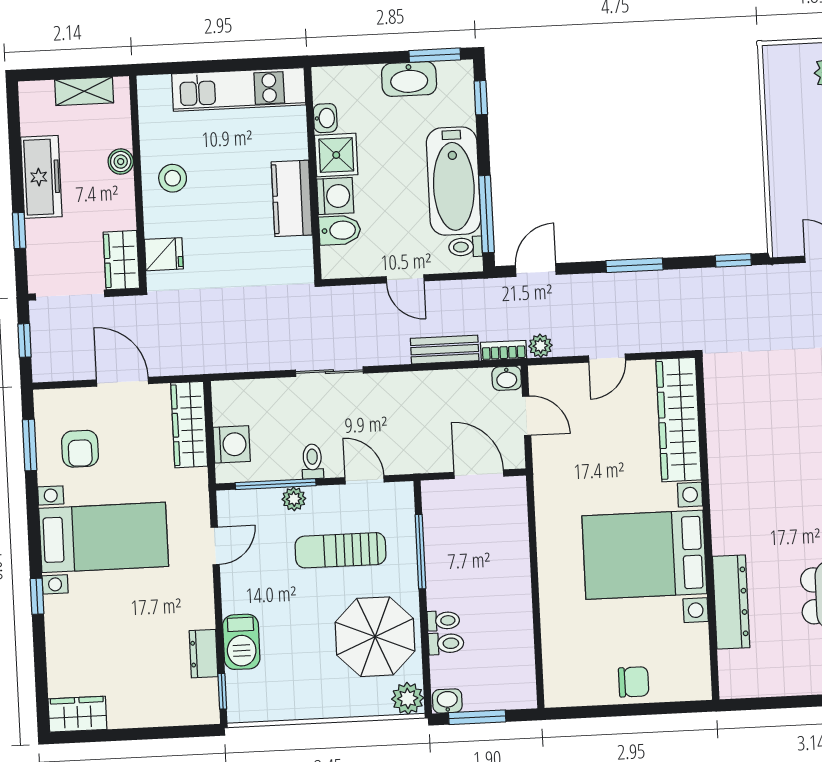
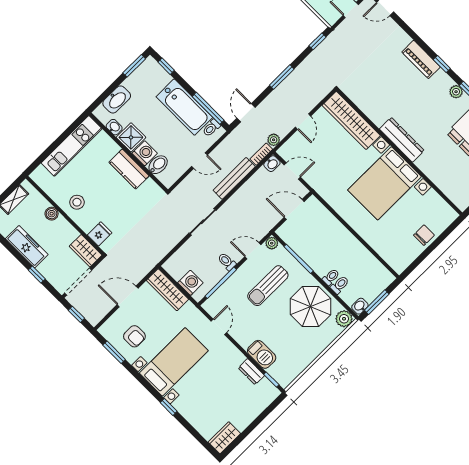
washbasin: (409, 79) -> (117, 100), moved
bench: (445, 350) -> (234, 178), width x1.36
plant: (294, 499) -> (272, 243), moved
dresser: (731, 602) -> (402, 140), moved

